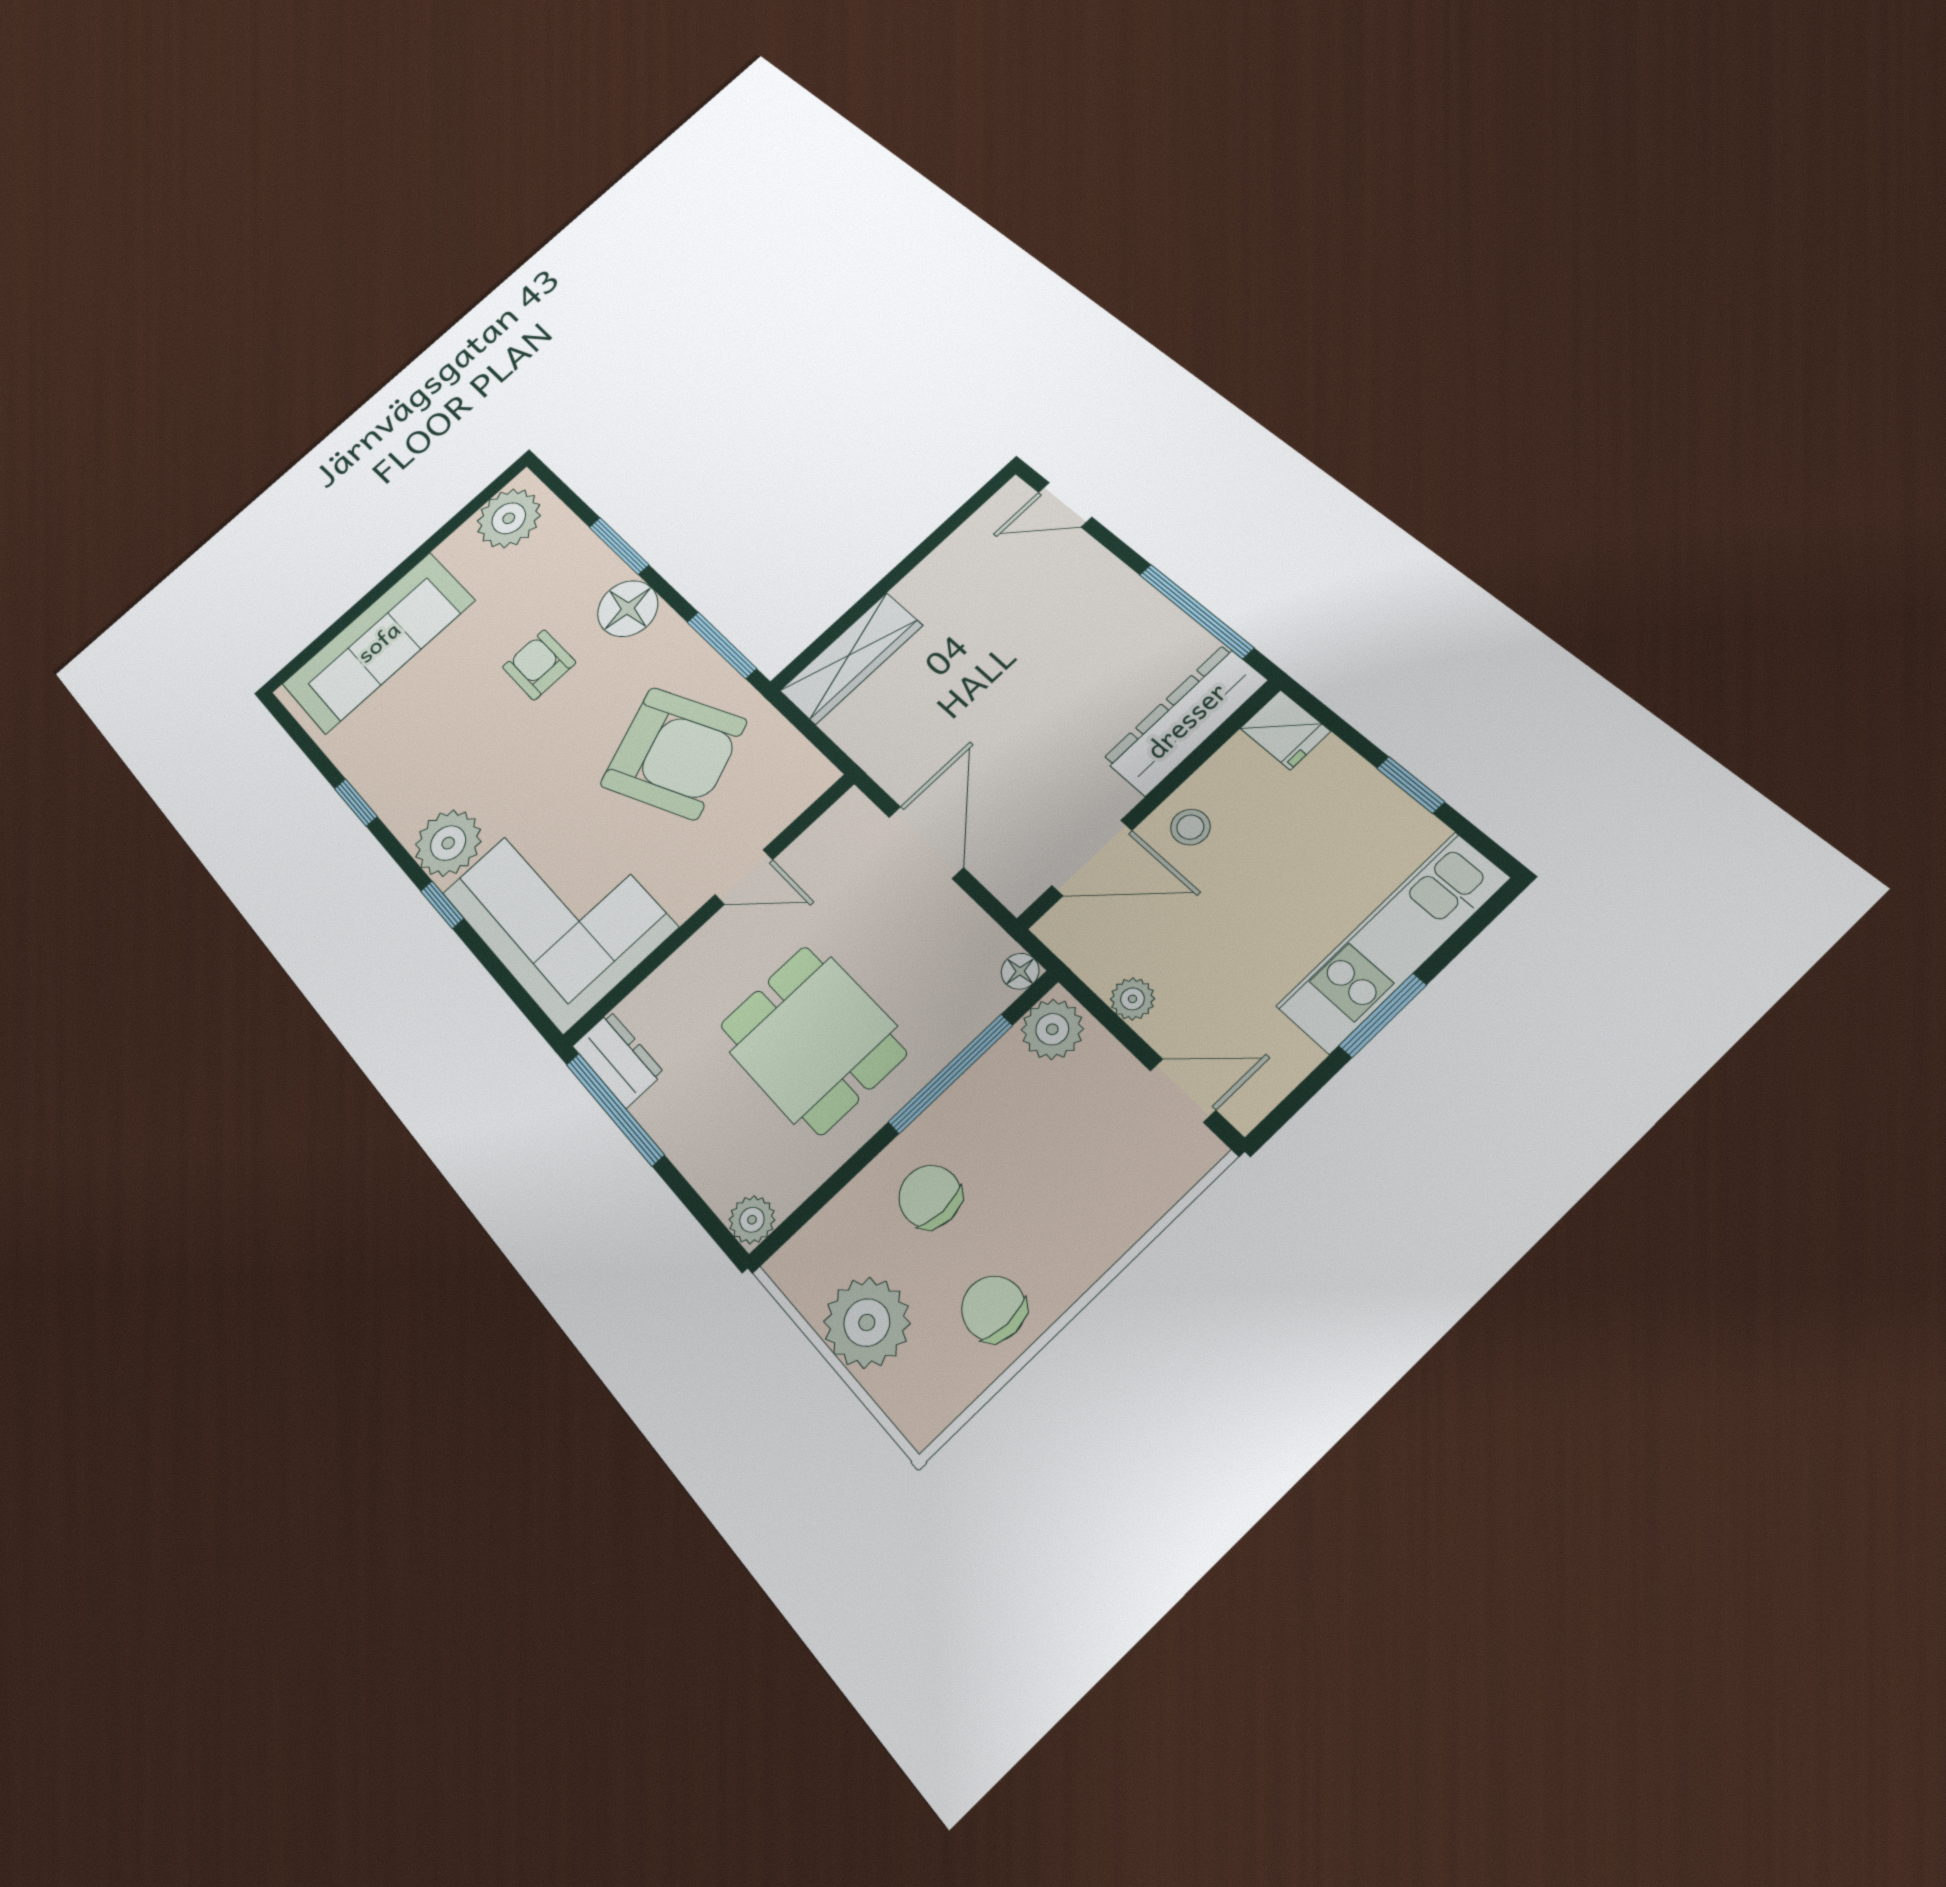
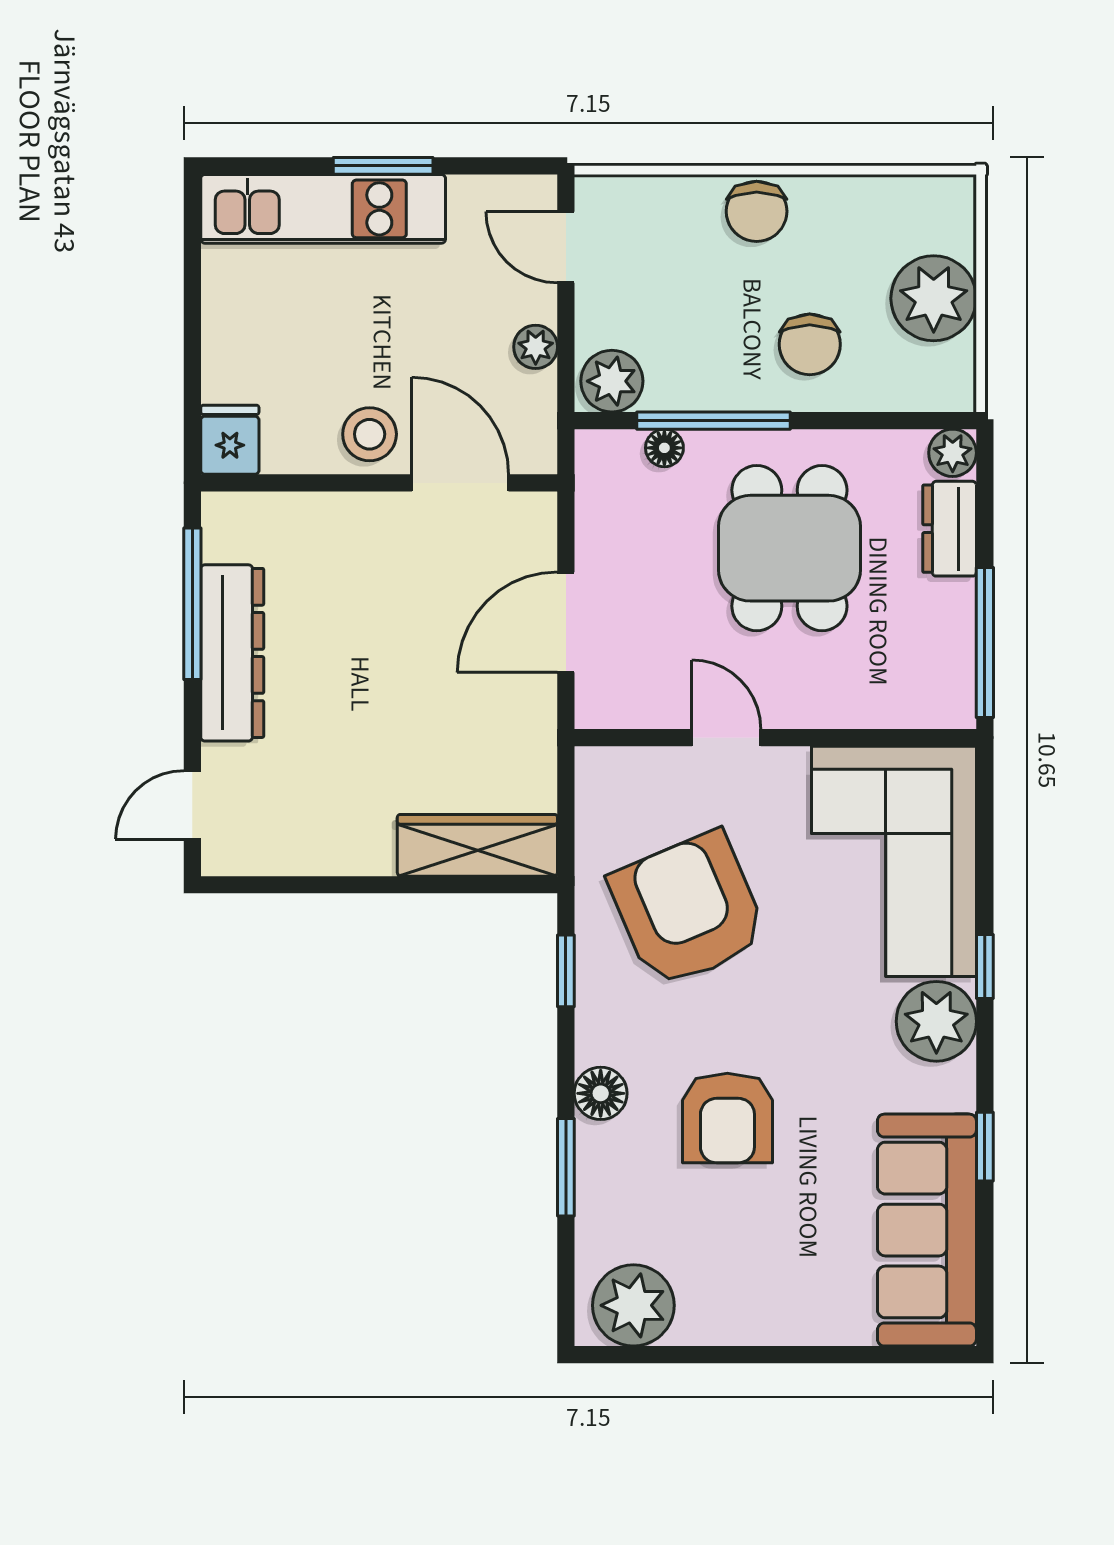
door: (1065, 505) -> (192, 805), swing flipped
floor lamp: (628, 609) -> (601, 1093), width x0.73, depth x0.73
sofa: (378, 642) -> (927, 1230), moved, turned -90
window: (722, 645) -> (566, 971), width x0.67
armchair: (539, 665) -> (727, 1118), width x1.38, depth x1.38
dresser: (1185, 720) -> (232, 653), moved, turned -90
window: (1411, 785) -> (192, 308), removed
stool: (1190, 827) -> (370, 434), width x1.37, depth x1.37
floor lamp: (1020, 971) -> (664, 448), moved
dresser: (618, 1059) -> (950, 529), moved
chair: (994, 1309) -> (757, 211), moved

